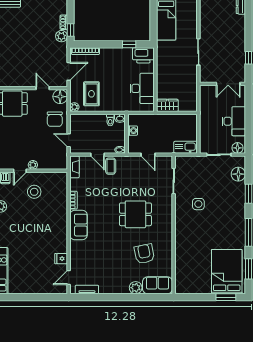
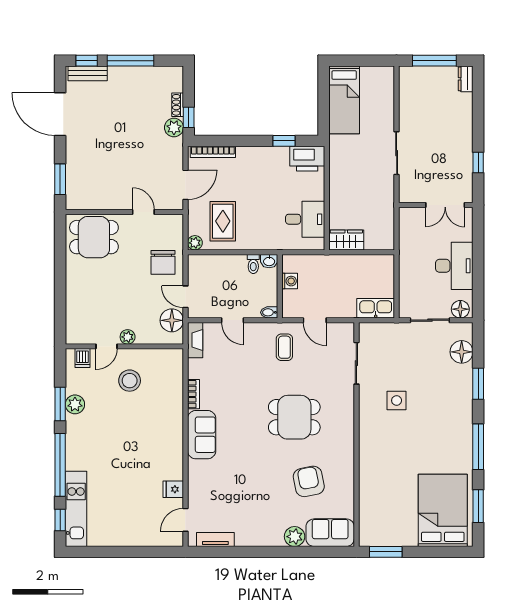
desk: (142, 88) -> (305, 219), width x0.73
floor lamp: (60, 97) -> (172, 320), moved
coffee table: (111, 166) -> (284, 347), moved
window: (226, 297) -> (386, 552), moved

